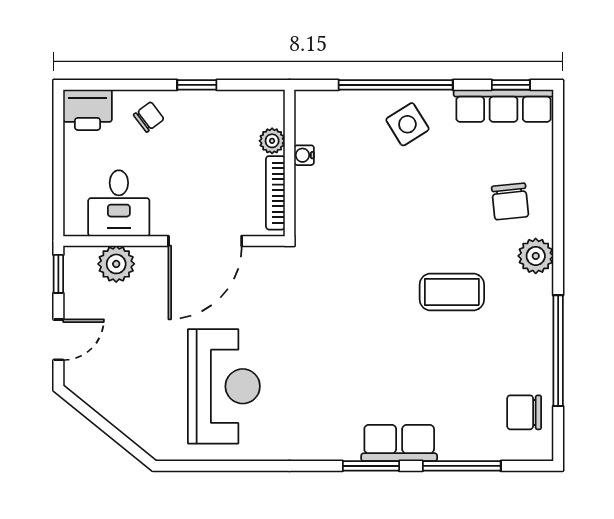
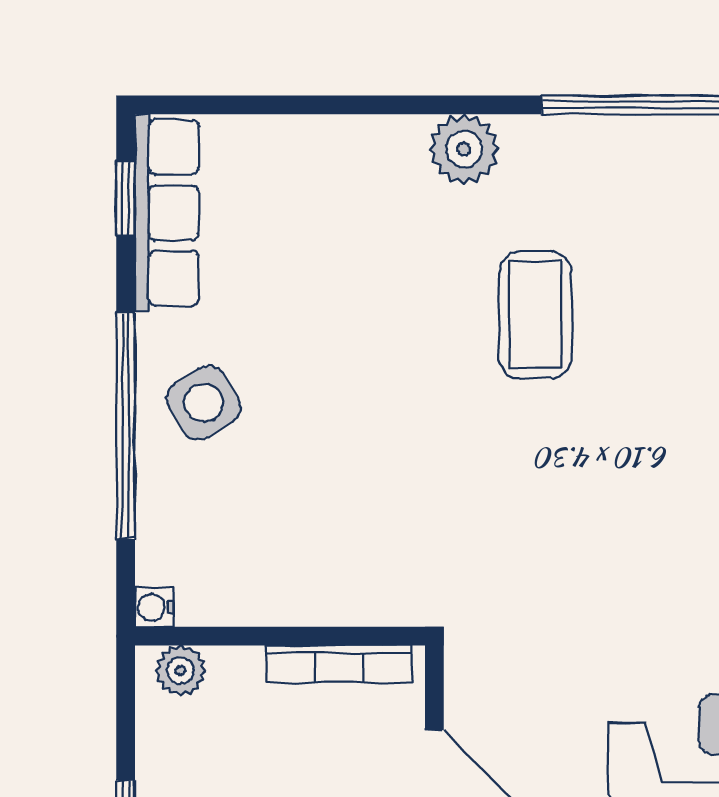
plant: (272, 141) -> (181, 670), moved
water cooler: (304, 155) -> (154, 607), moved, turned 90
chair: (510, 201) -> (356, 200), removed

